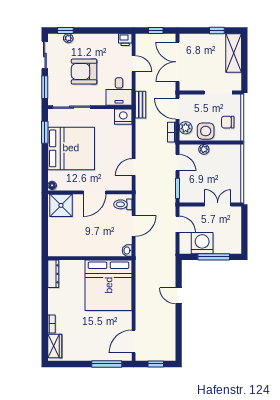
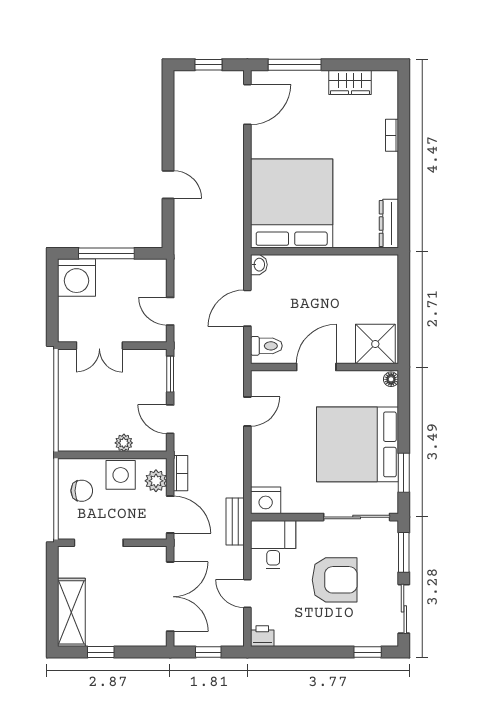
plant: (68, 38) -> (363, 638), removed
washing machine: (202, 243) -> (76, 278), moved
wardrobe: (55, 346) -> (350, 82), moved, turned -90

